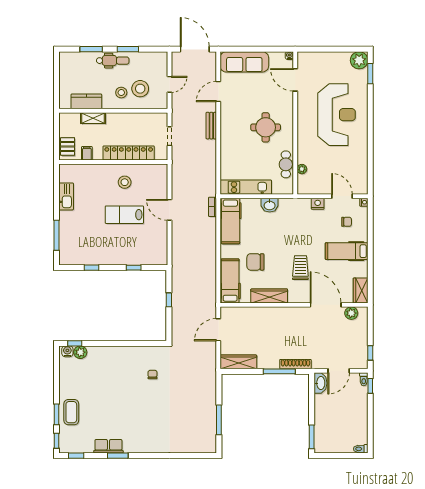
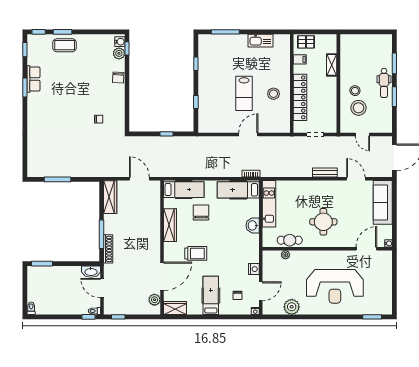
plant: (359, 60) -> (292, 307), moved
kitchen counter: (86, 101) -> (347, 59), removed
lab bench: (124, 215) -> (244, 93), turned 180
chair: (107, 353) -> (118, 78), added

